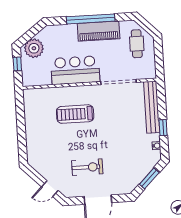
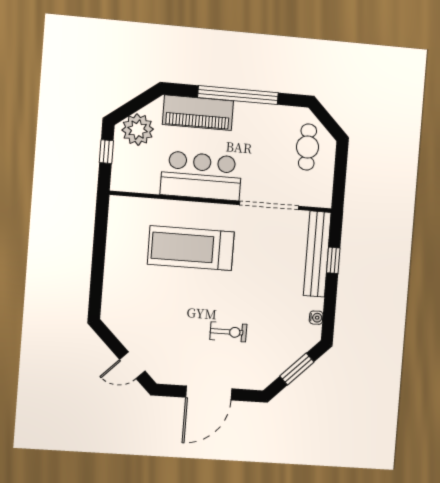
piano: (99, 31) -> (198, 113), moved
treadmill: (75, 114) -> (191, 248), width x1.37, depth x1.37
window: (163, 128) -> (333, 260), moved
exercise bike: (87, 167) -> (228, 332), moved, width x0.73, depth x0.72

